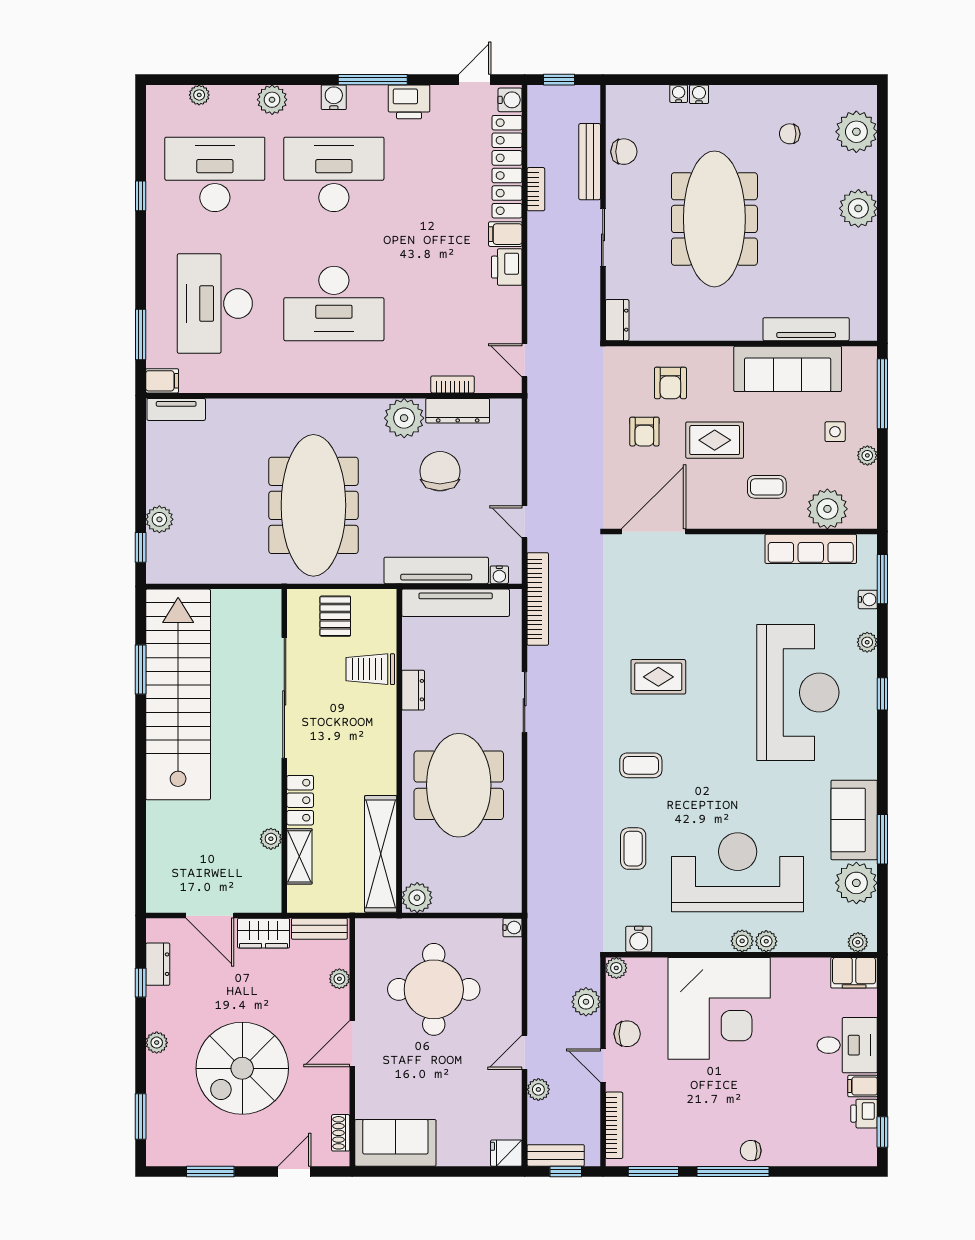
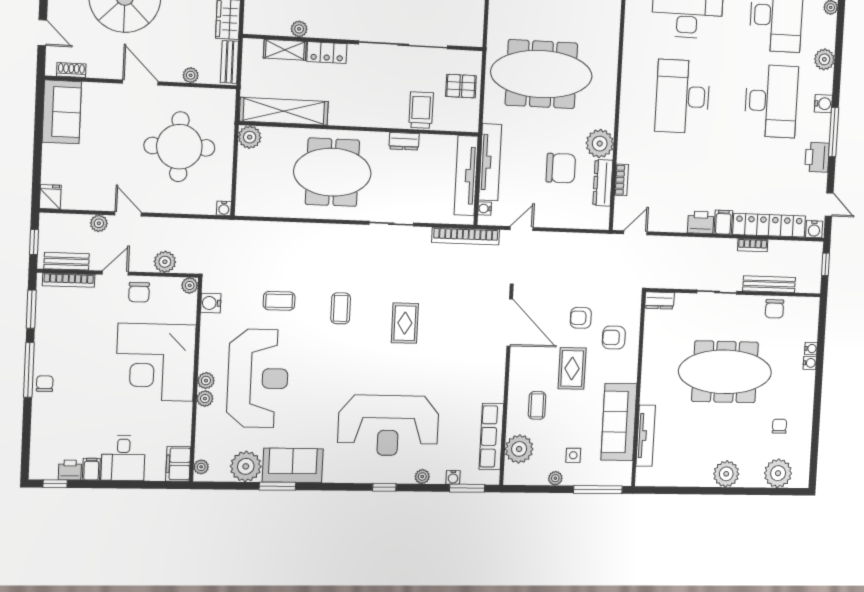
bench: (556, 1155) -> (66, 261), moved, turned 90

